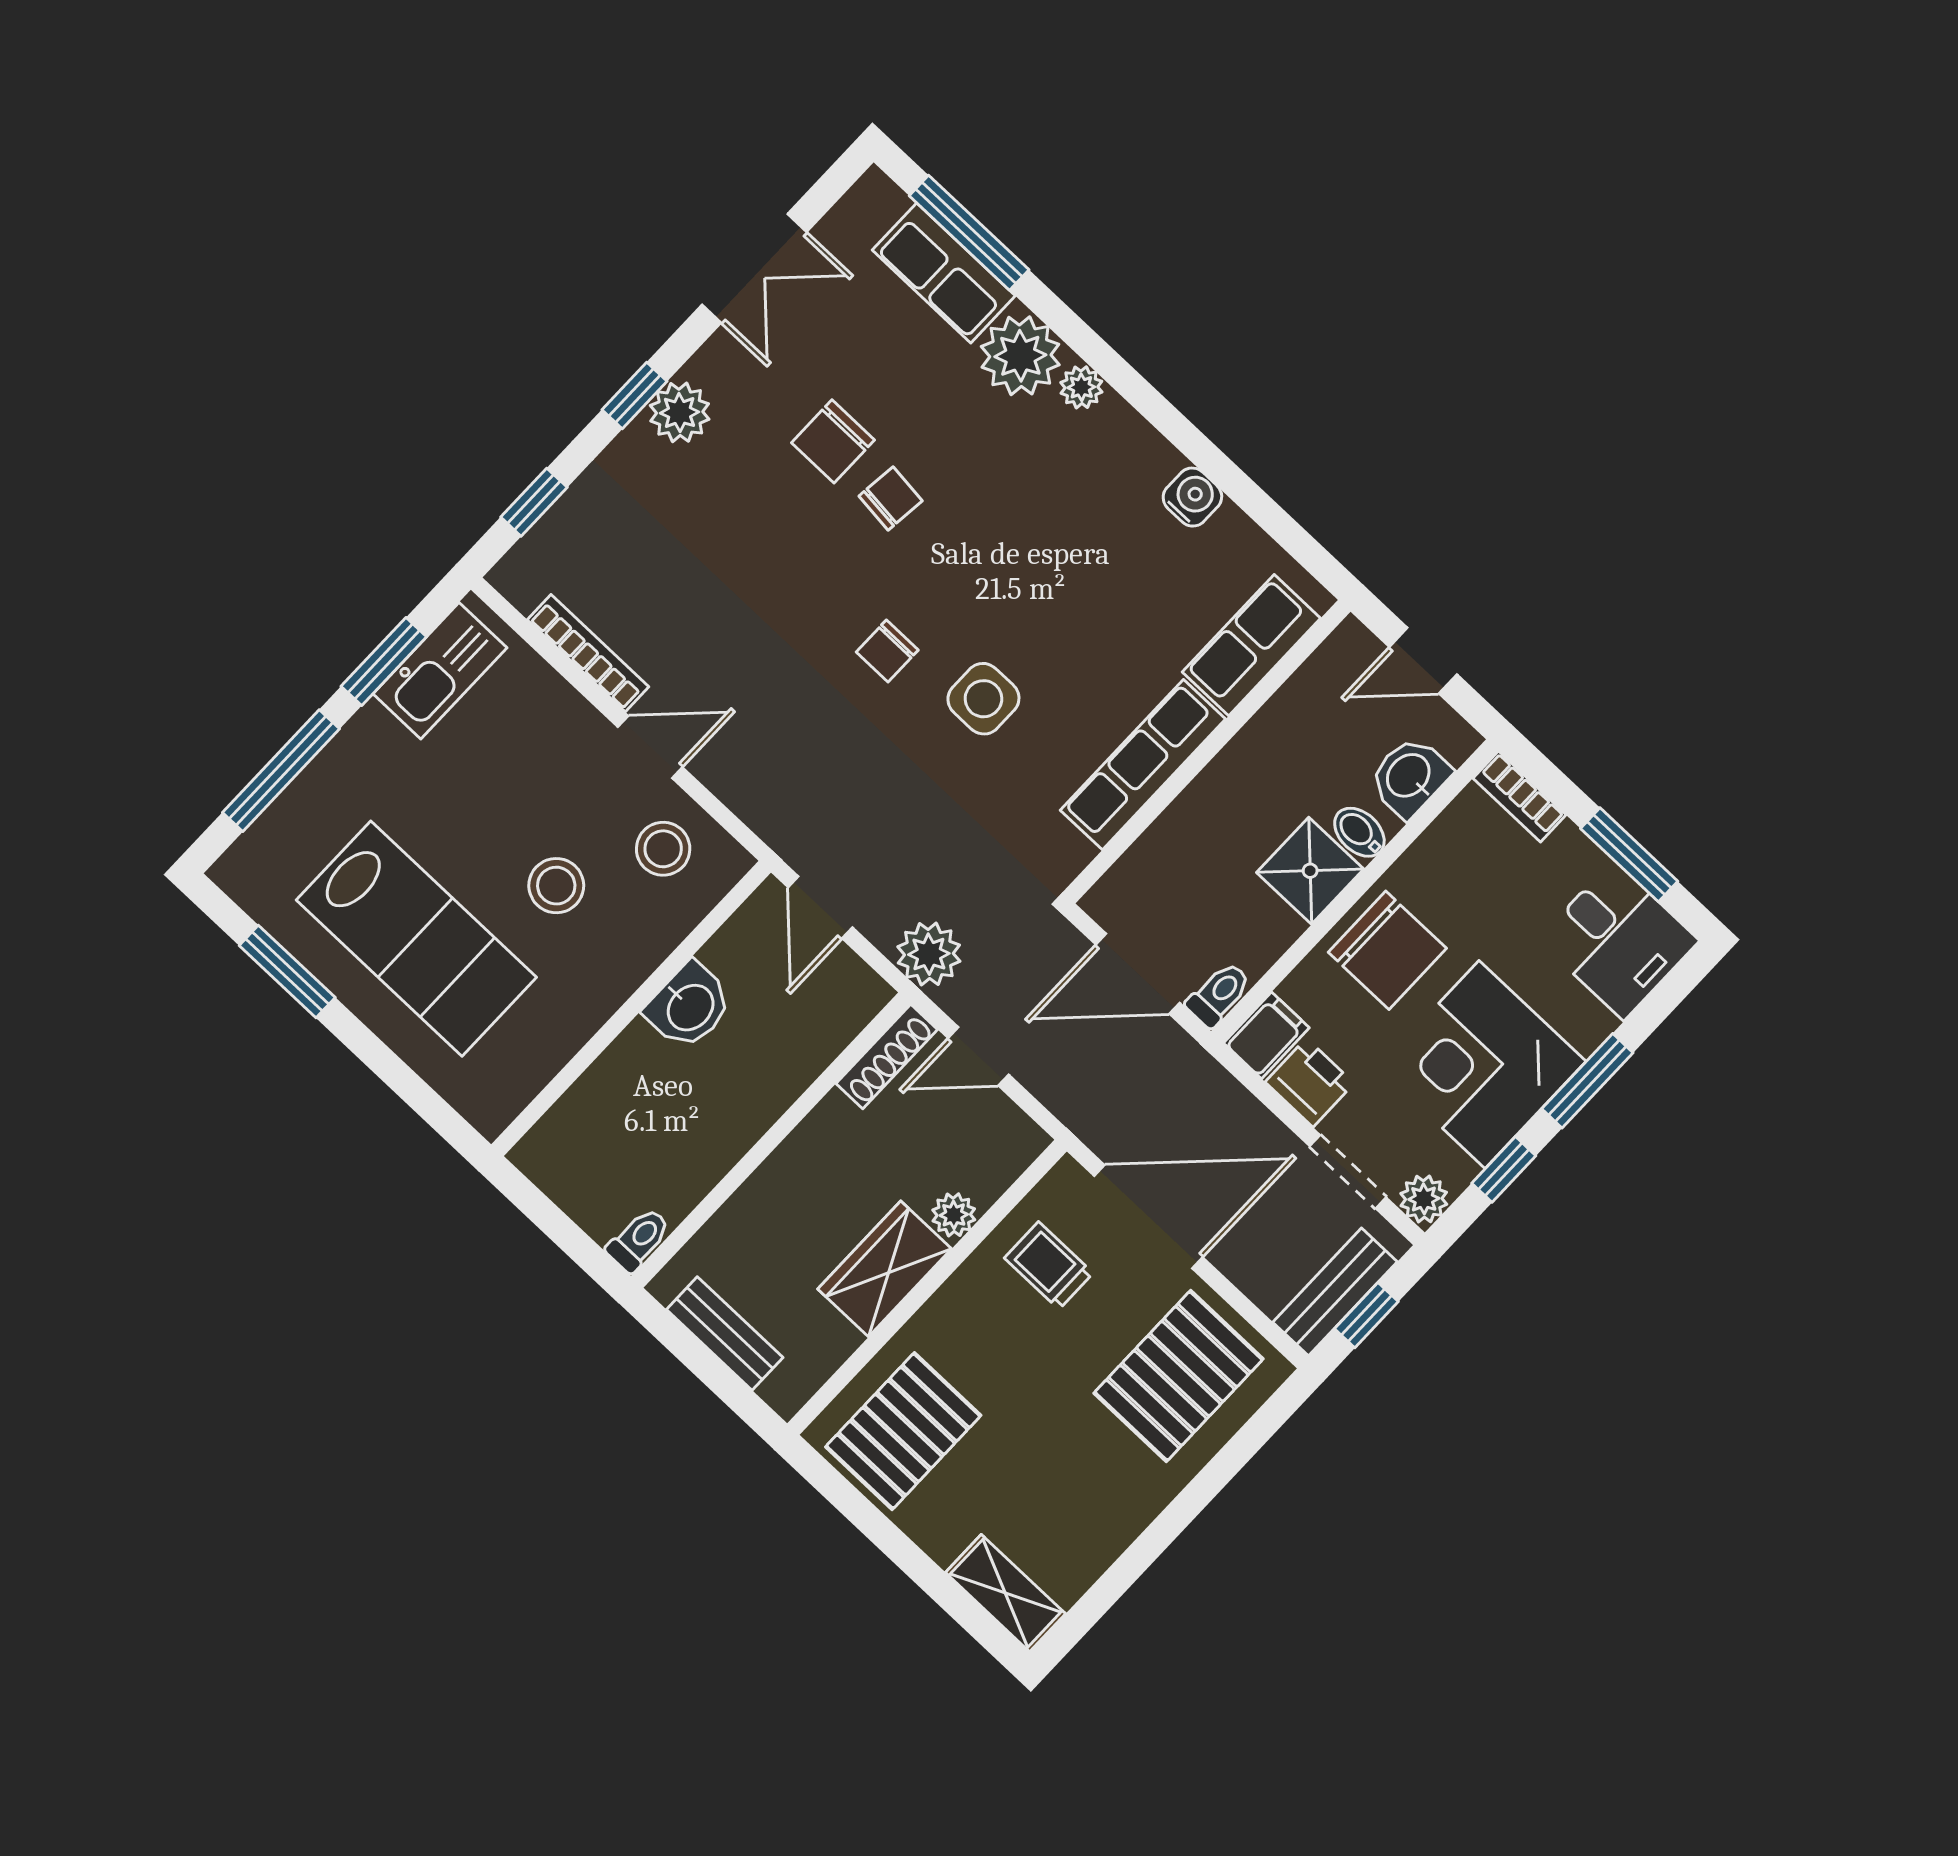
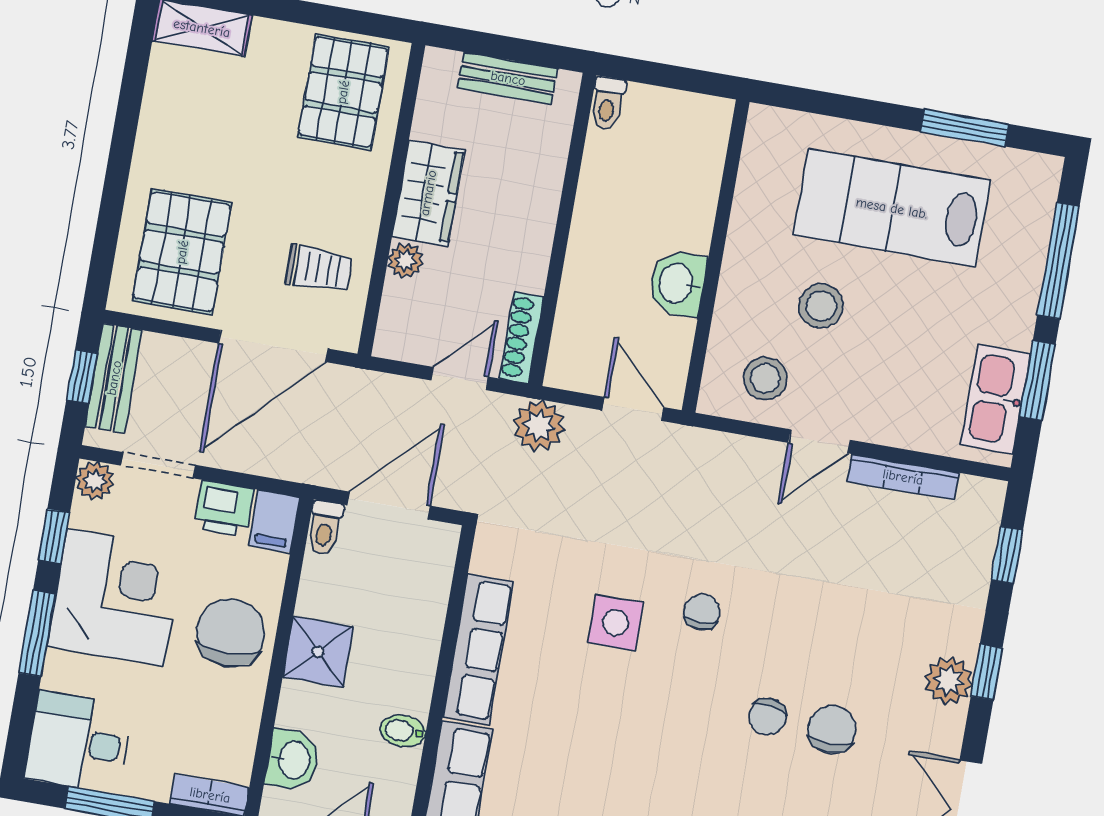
bidet: (1359, 832) -> (403, 731), moved, turned 180
chair: (1387, 950) -> (230, 633), turned 90

